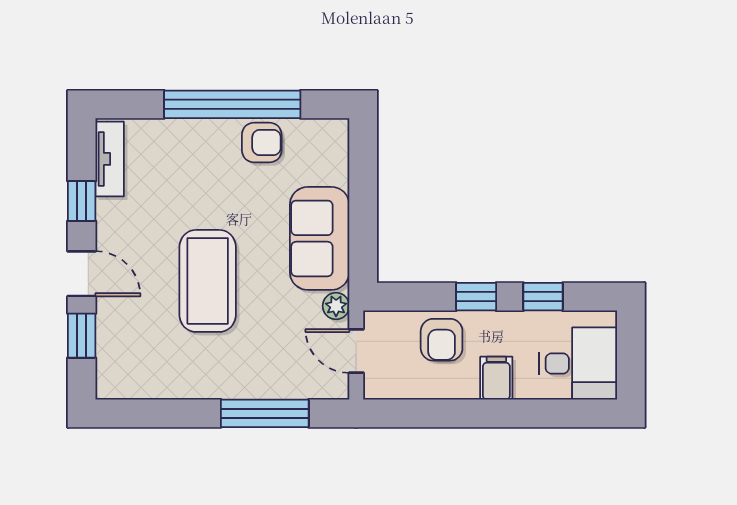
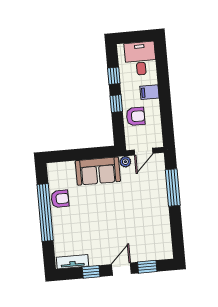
armchair: (262, 143) -> (60, 199), turned 89
coffee table: (208, 281) -> (120, 216), removed

